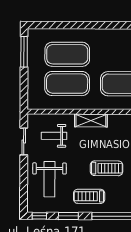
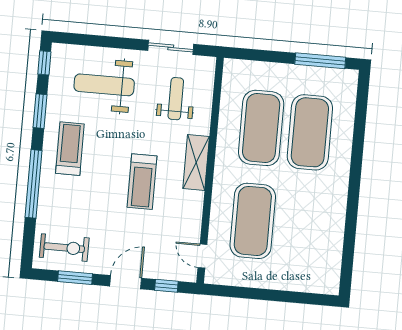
treadmill: (107, 168) -> (142, 182), moved

